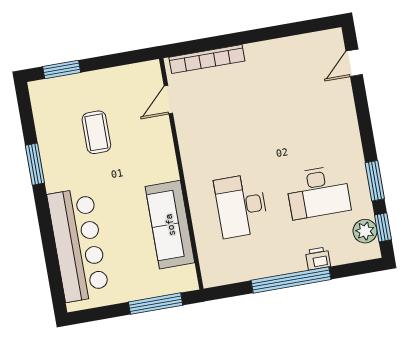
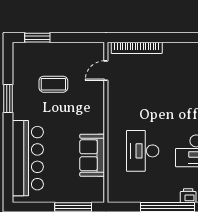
coffee table: (96, 132) -> (53, 84), turned 90
sofa: (170, 225) -> (92, 155), width x0.73

